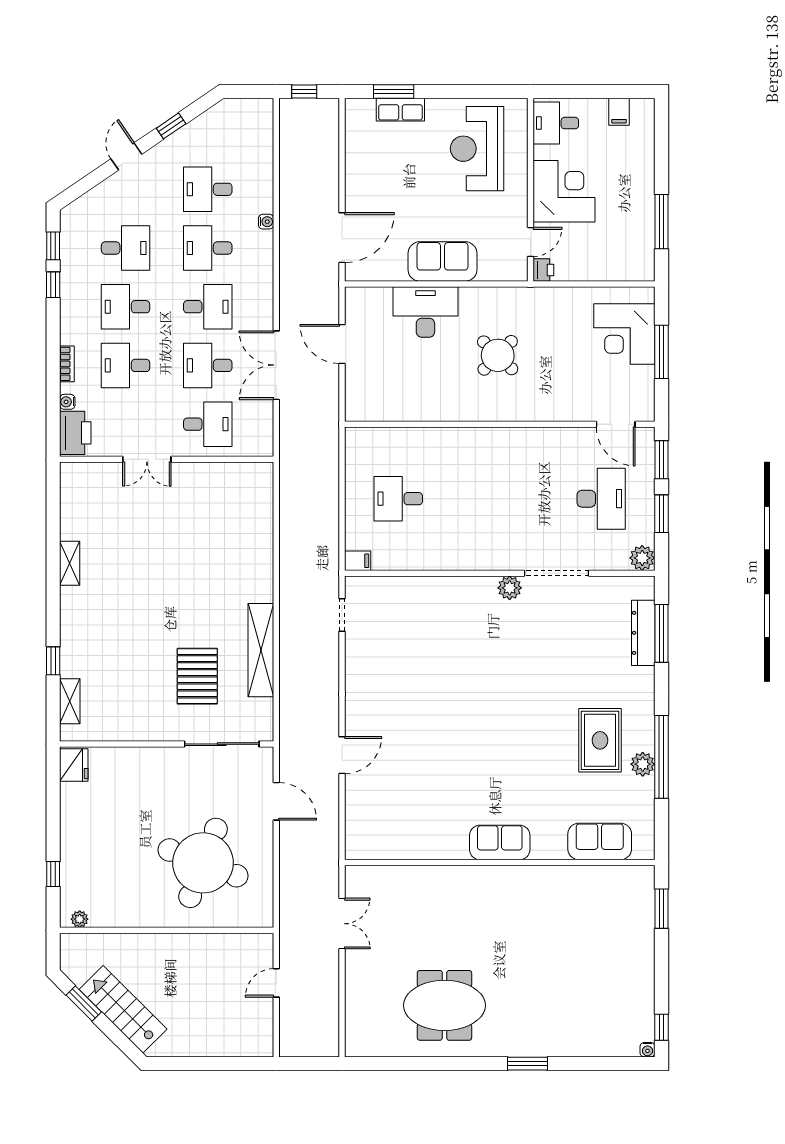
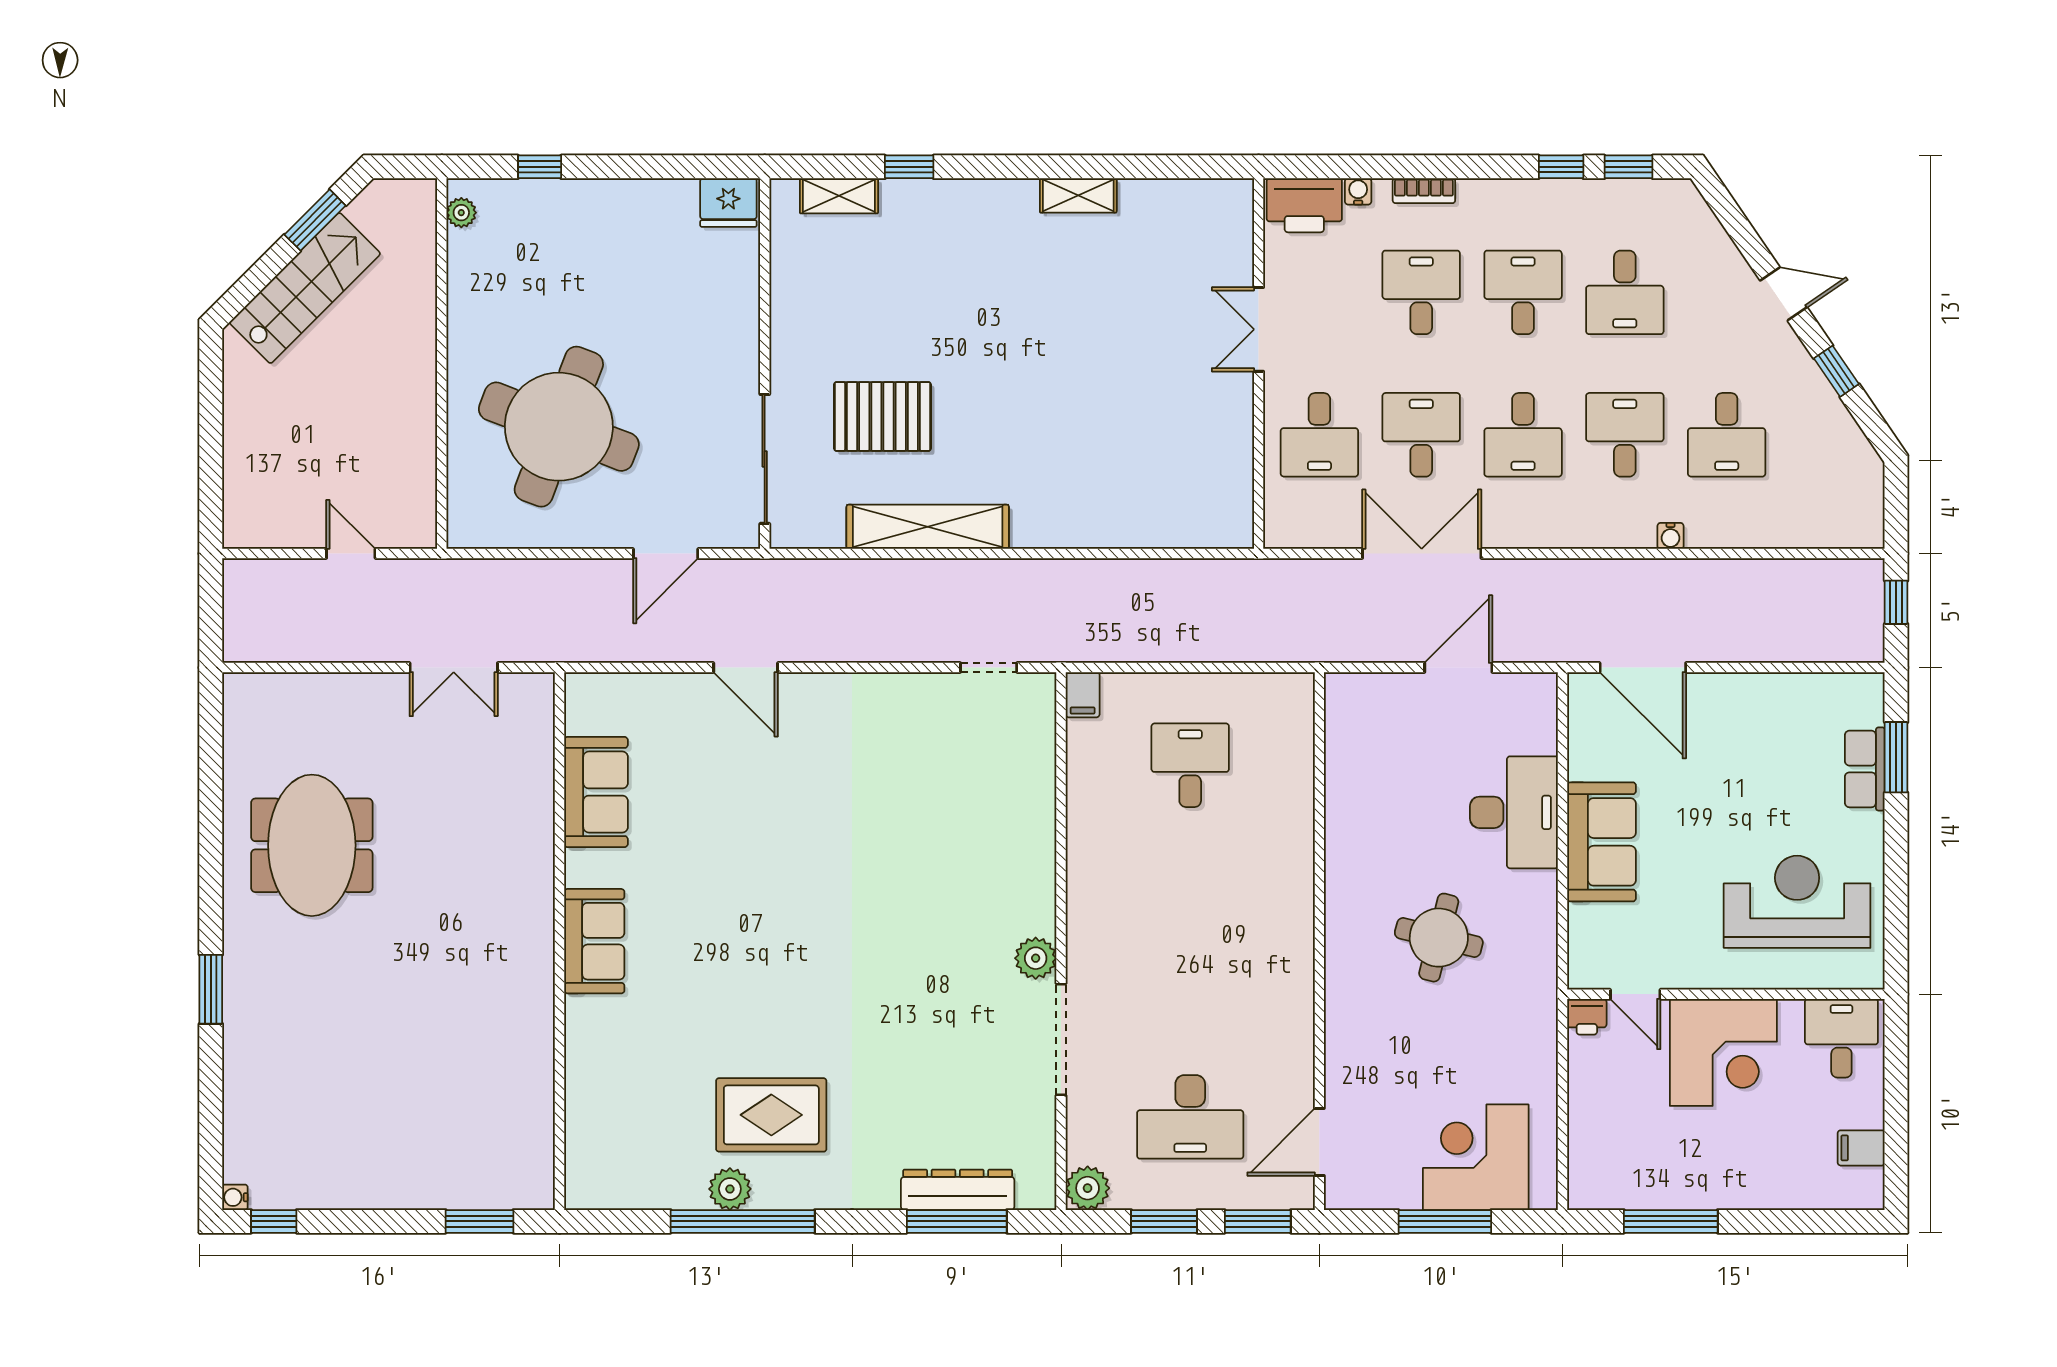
desk: (208, 189) -> (1727, 435), turned 180
round table: (498, 355) -> (1439, 938), turned -30
sofa: (600, 841) -> (596, 792), moved

